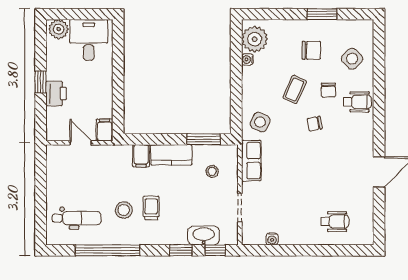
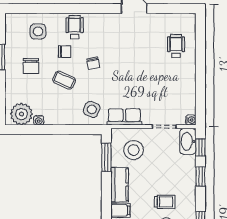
chair: (311, 50) -> (31, 66), turned 180
side table: (352, 59) -> (38, 31), turned 45
stool: (212, 171) -> (134, 150), width x1.89, depth x1.89
trolley: (151, 208) -> (165, 202), turned 180
washbasin: (204, 235) -> (188, 141), moved
water cooler: (272, 239) -> (191, 120), moved

